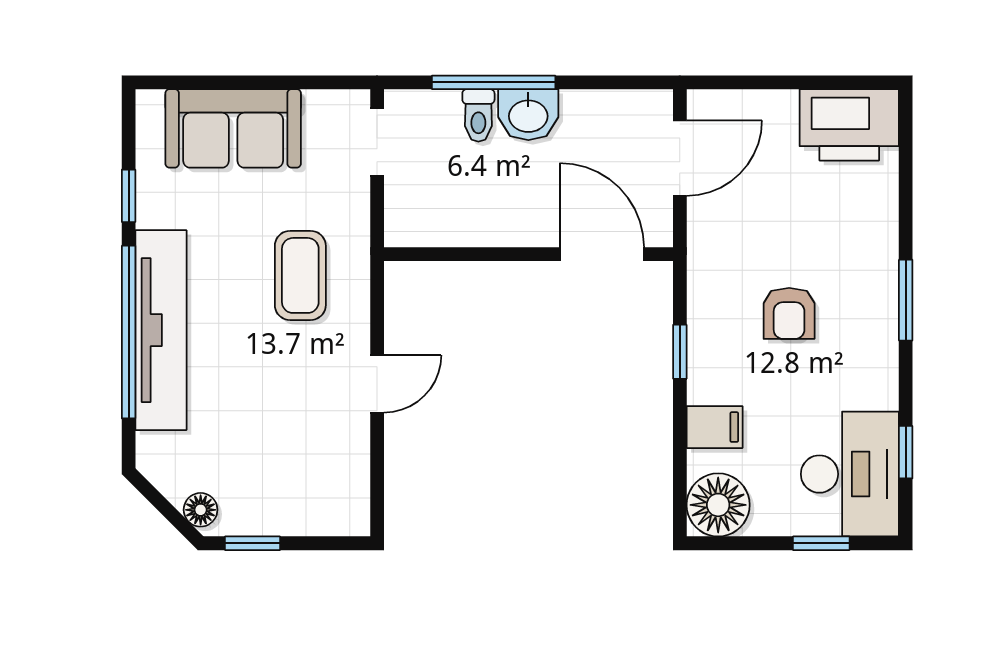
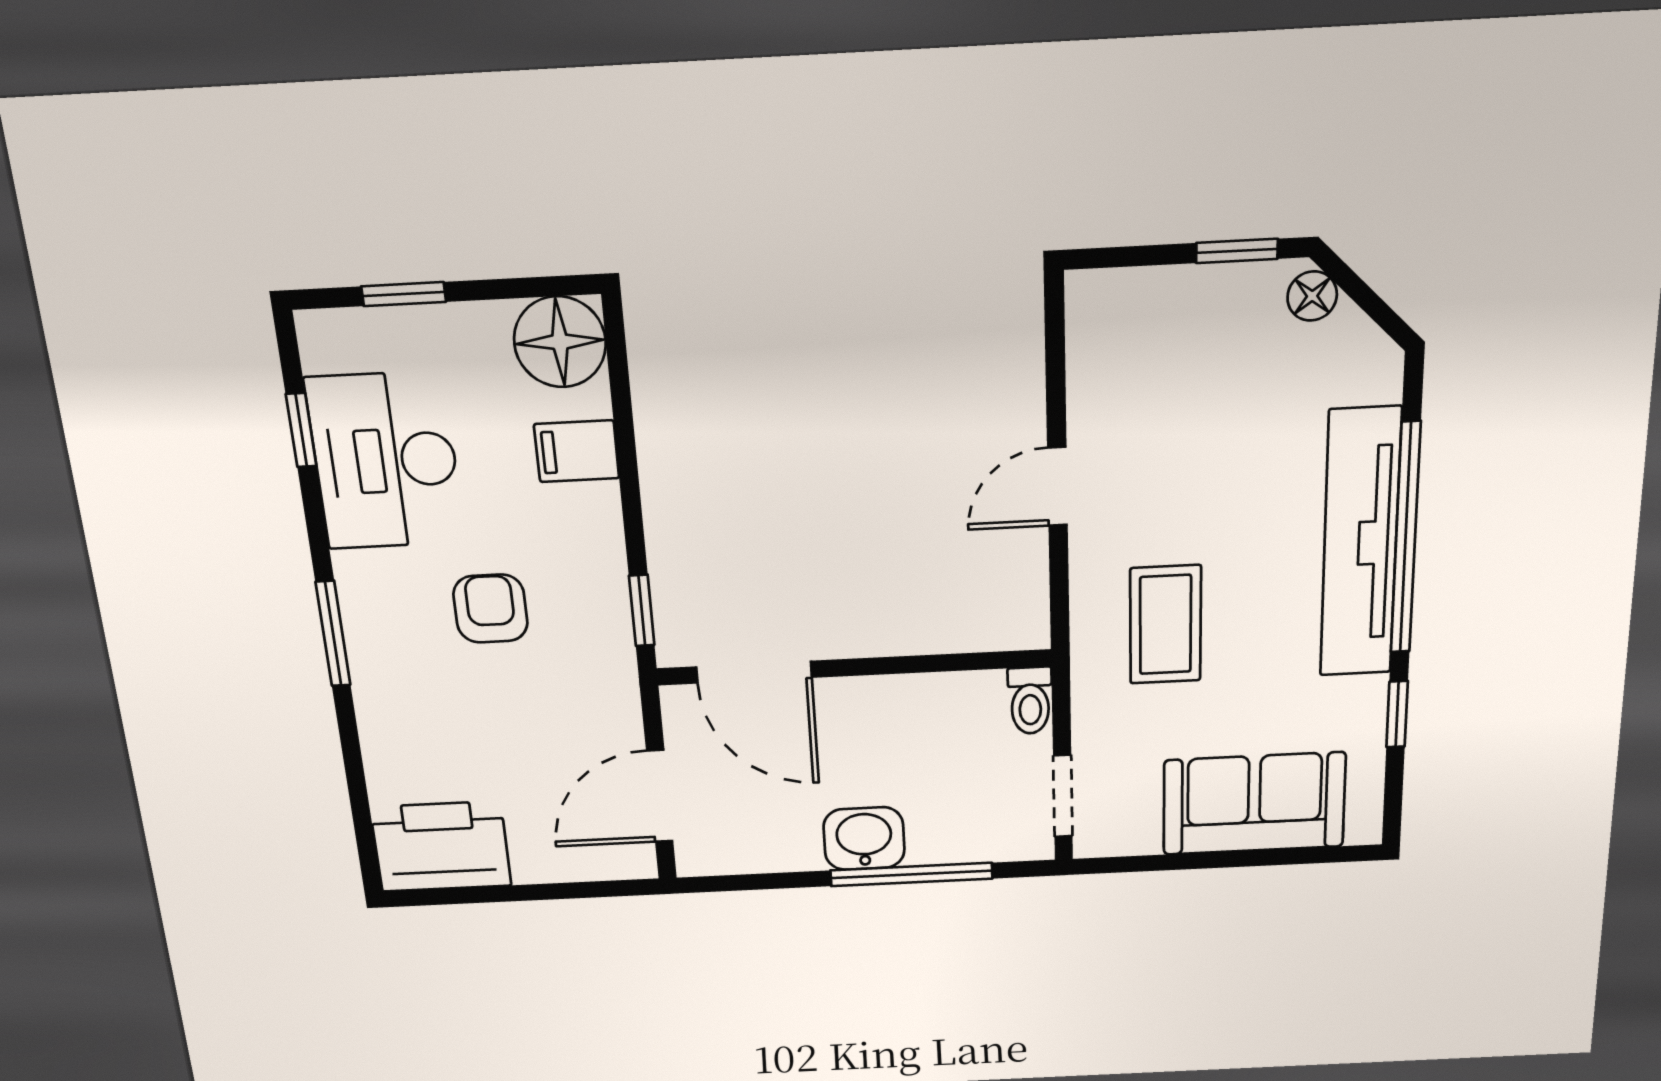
toilet: (478, 115) -> (1030, 700), moved, turned 180
window: (680, 352) -> (642, 610), moved
desk: (850, 474) -> (385, 461), moved

